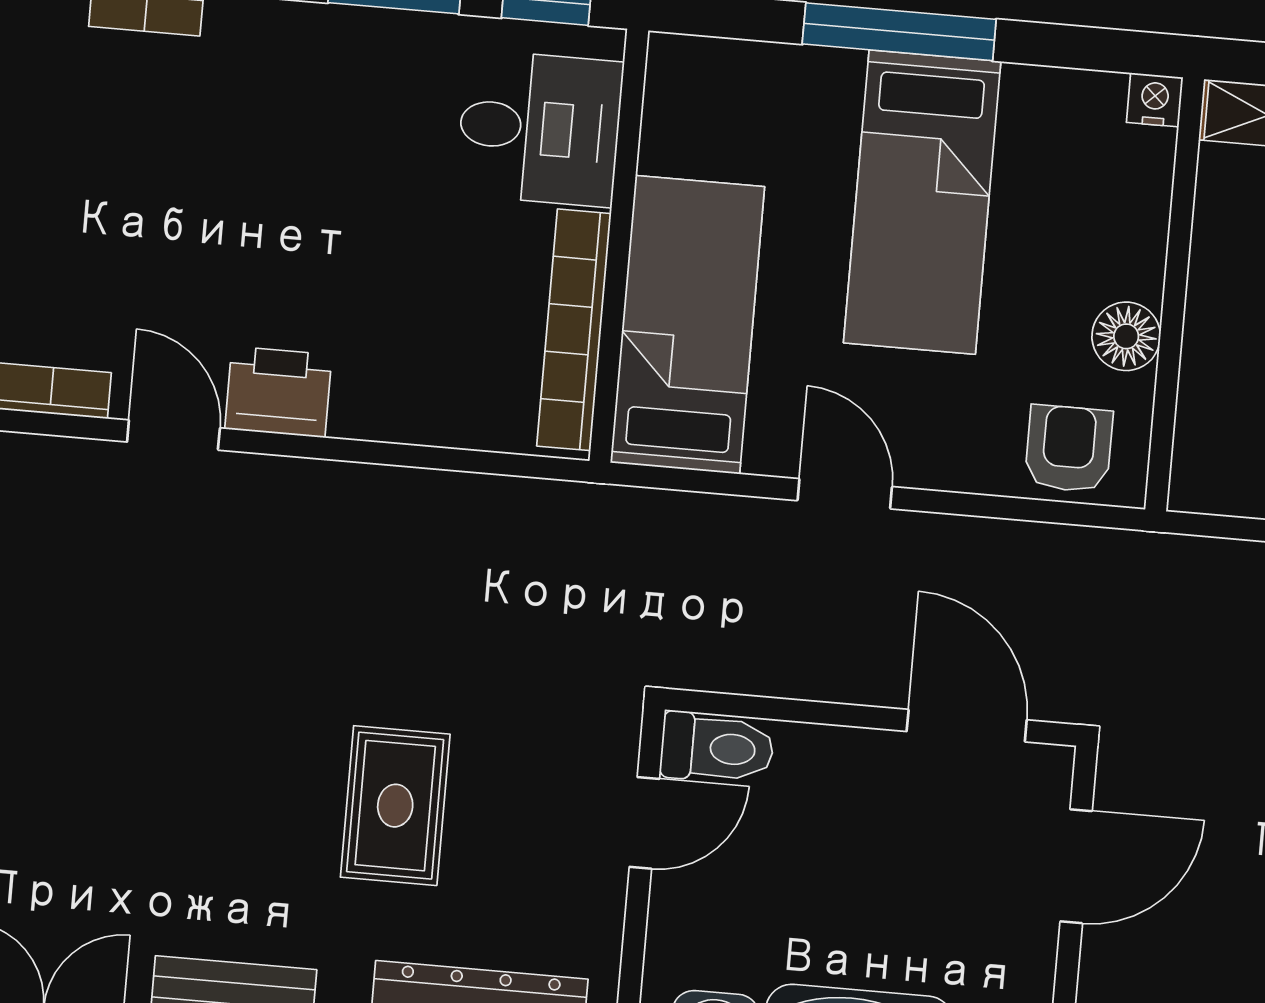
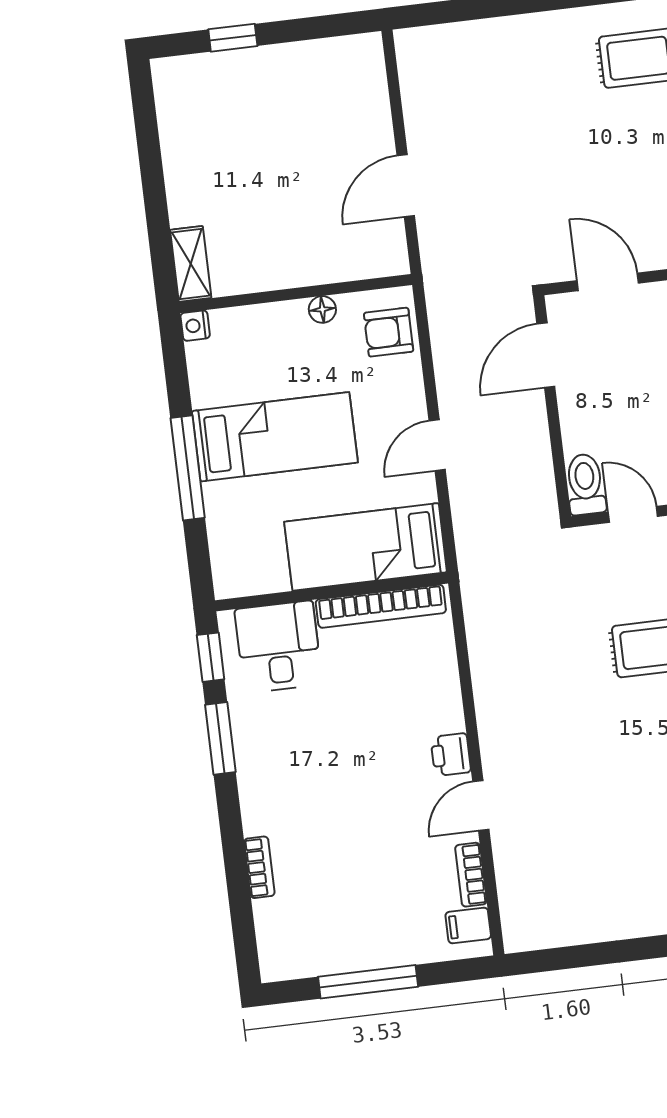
floor lamp: (1126, 336) -> (322, 309), width x0.73, depth x0.73
printer: (278, 392) -> (451, 755), width x0.73, depth x0.81

